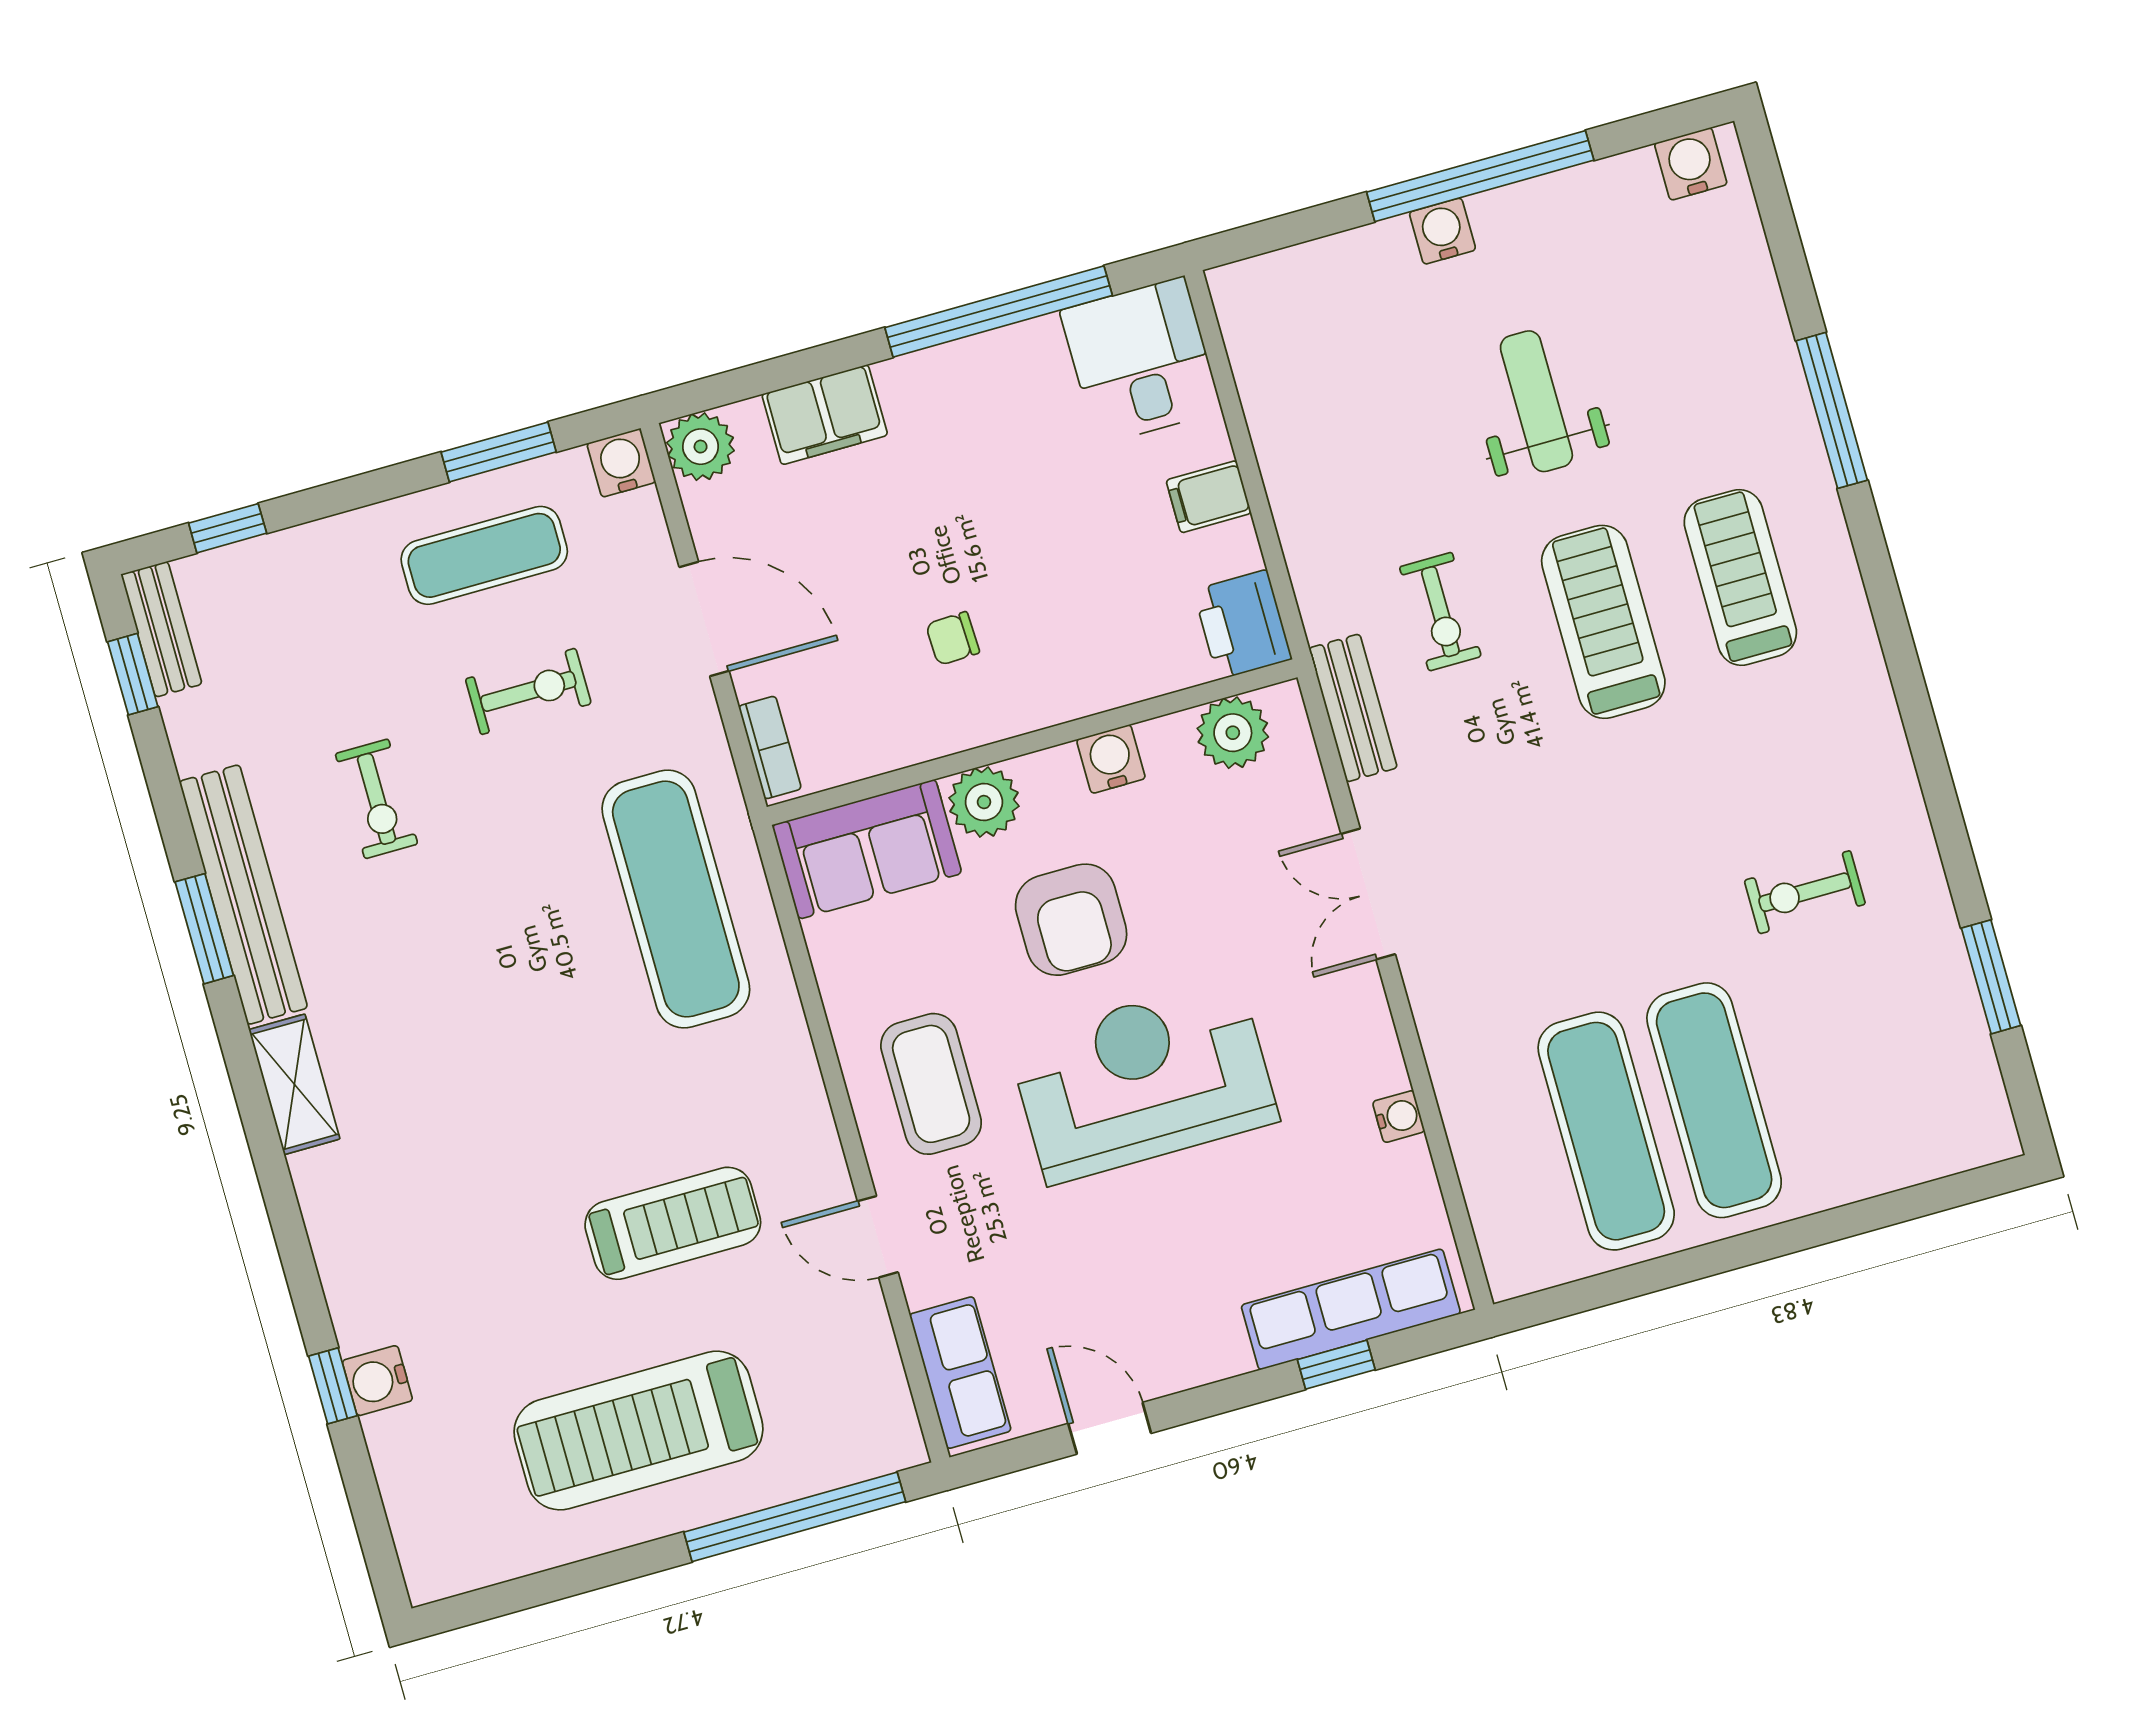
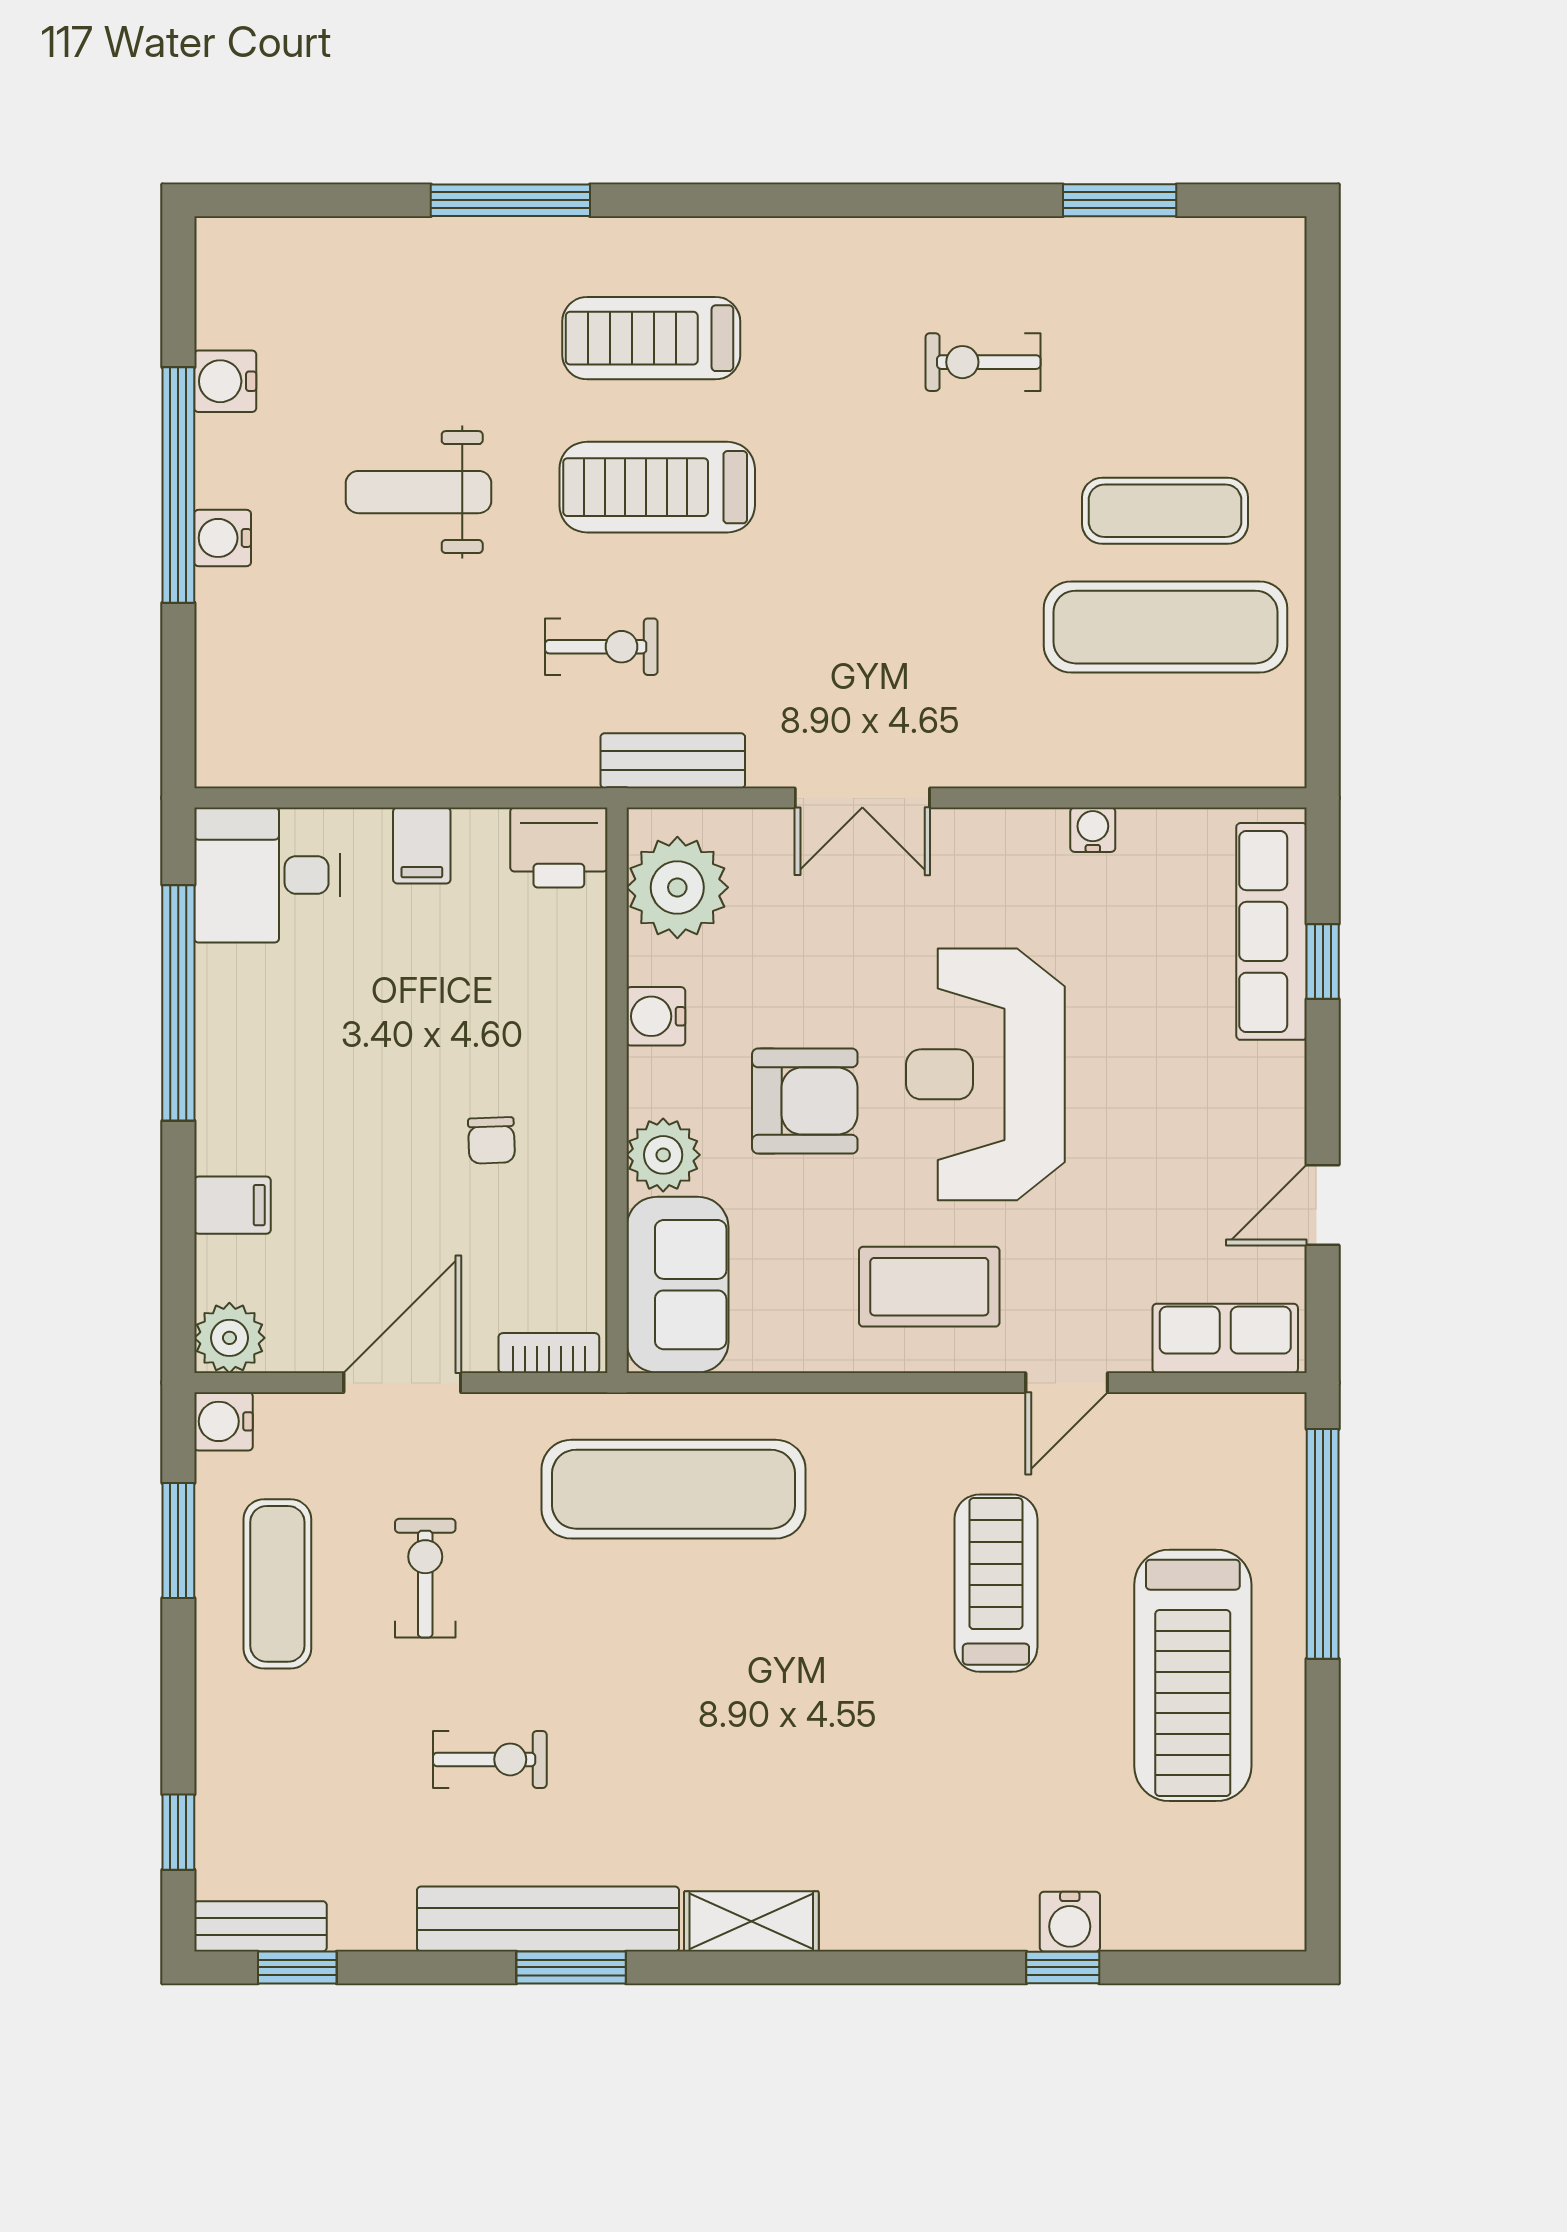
water cooler: (1691, 164) -> (225, 381), moved
filing cabinet: (825, 415) -> (232, 1205), width x0.50
plant: (1233, 733) -> (677, 887), width x1.36, depth x1.36
exercise bike: (1805, 892) -> (983, 362), turned 90
exercise mat: (1714, 1100) -> (1165, 511), width x0.73, depth x0.69

